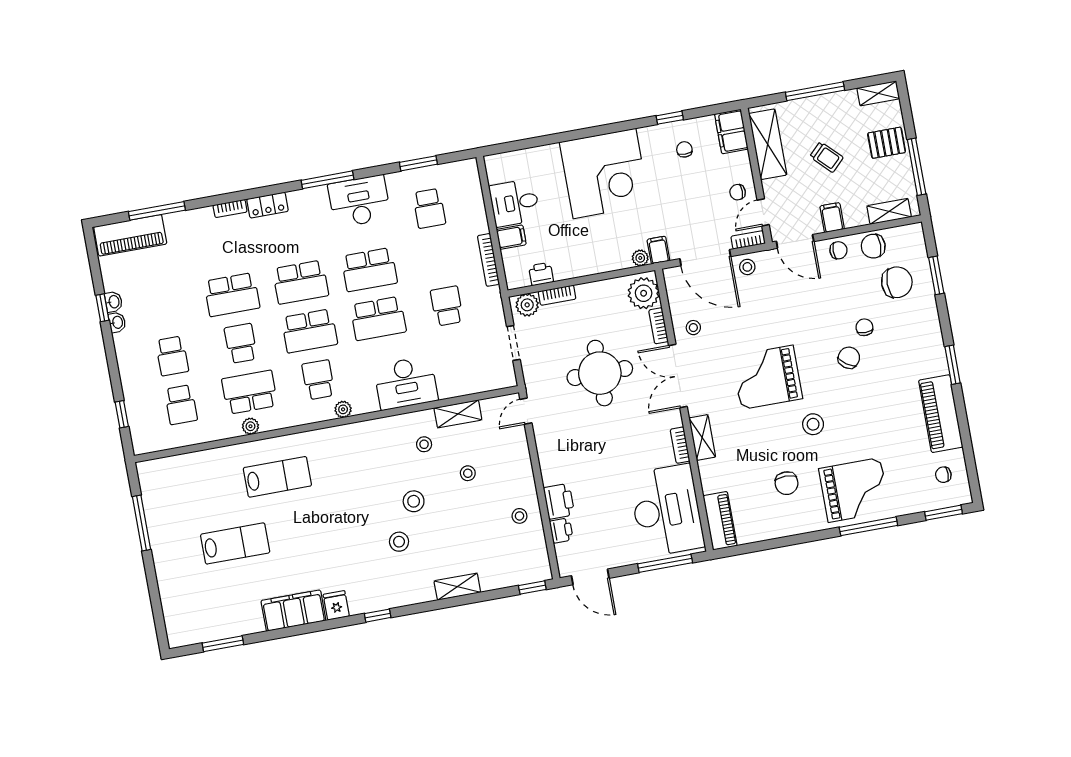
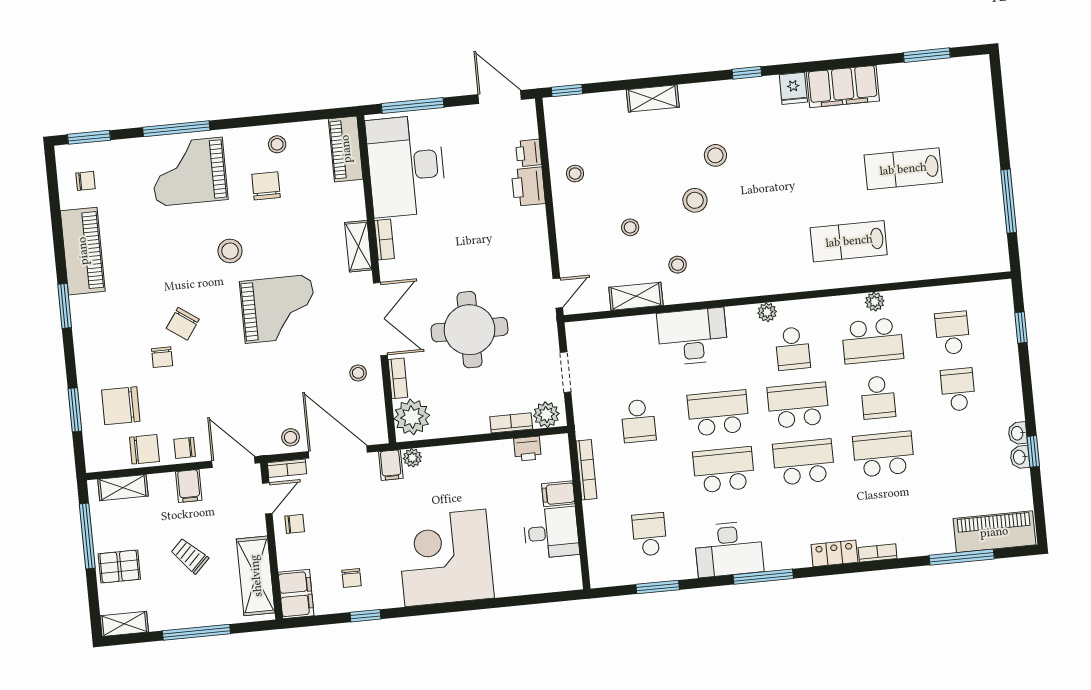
stool: (780, 520) -> (277, 144), added

